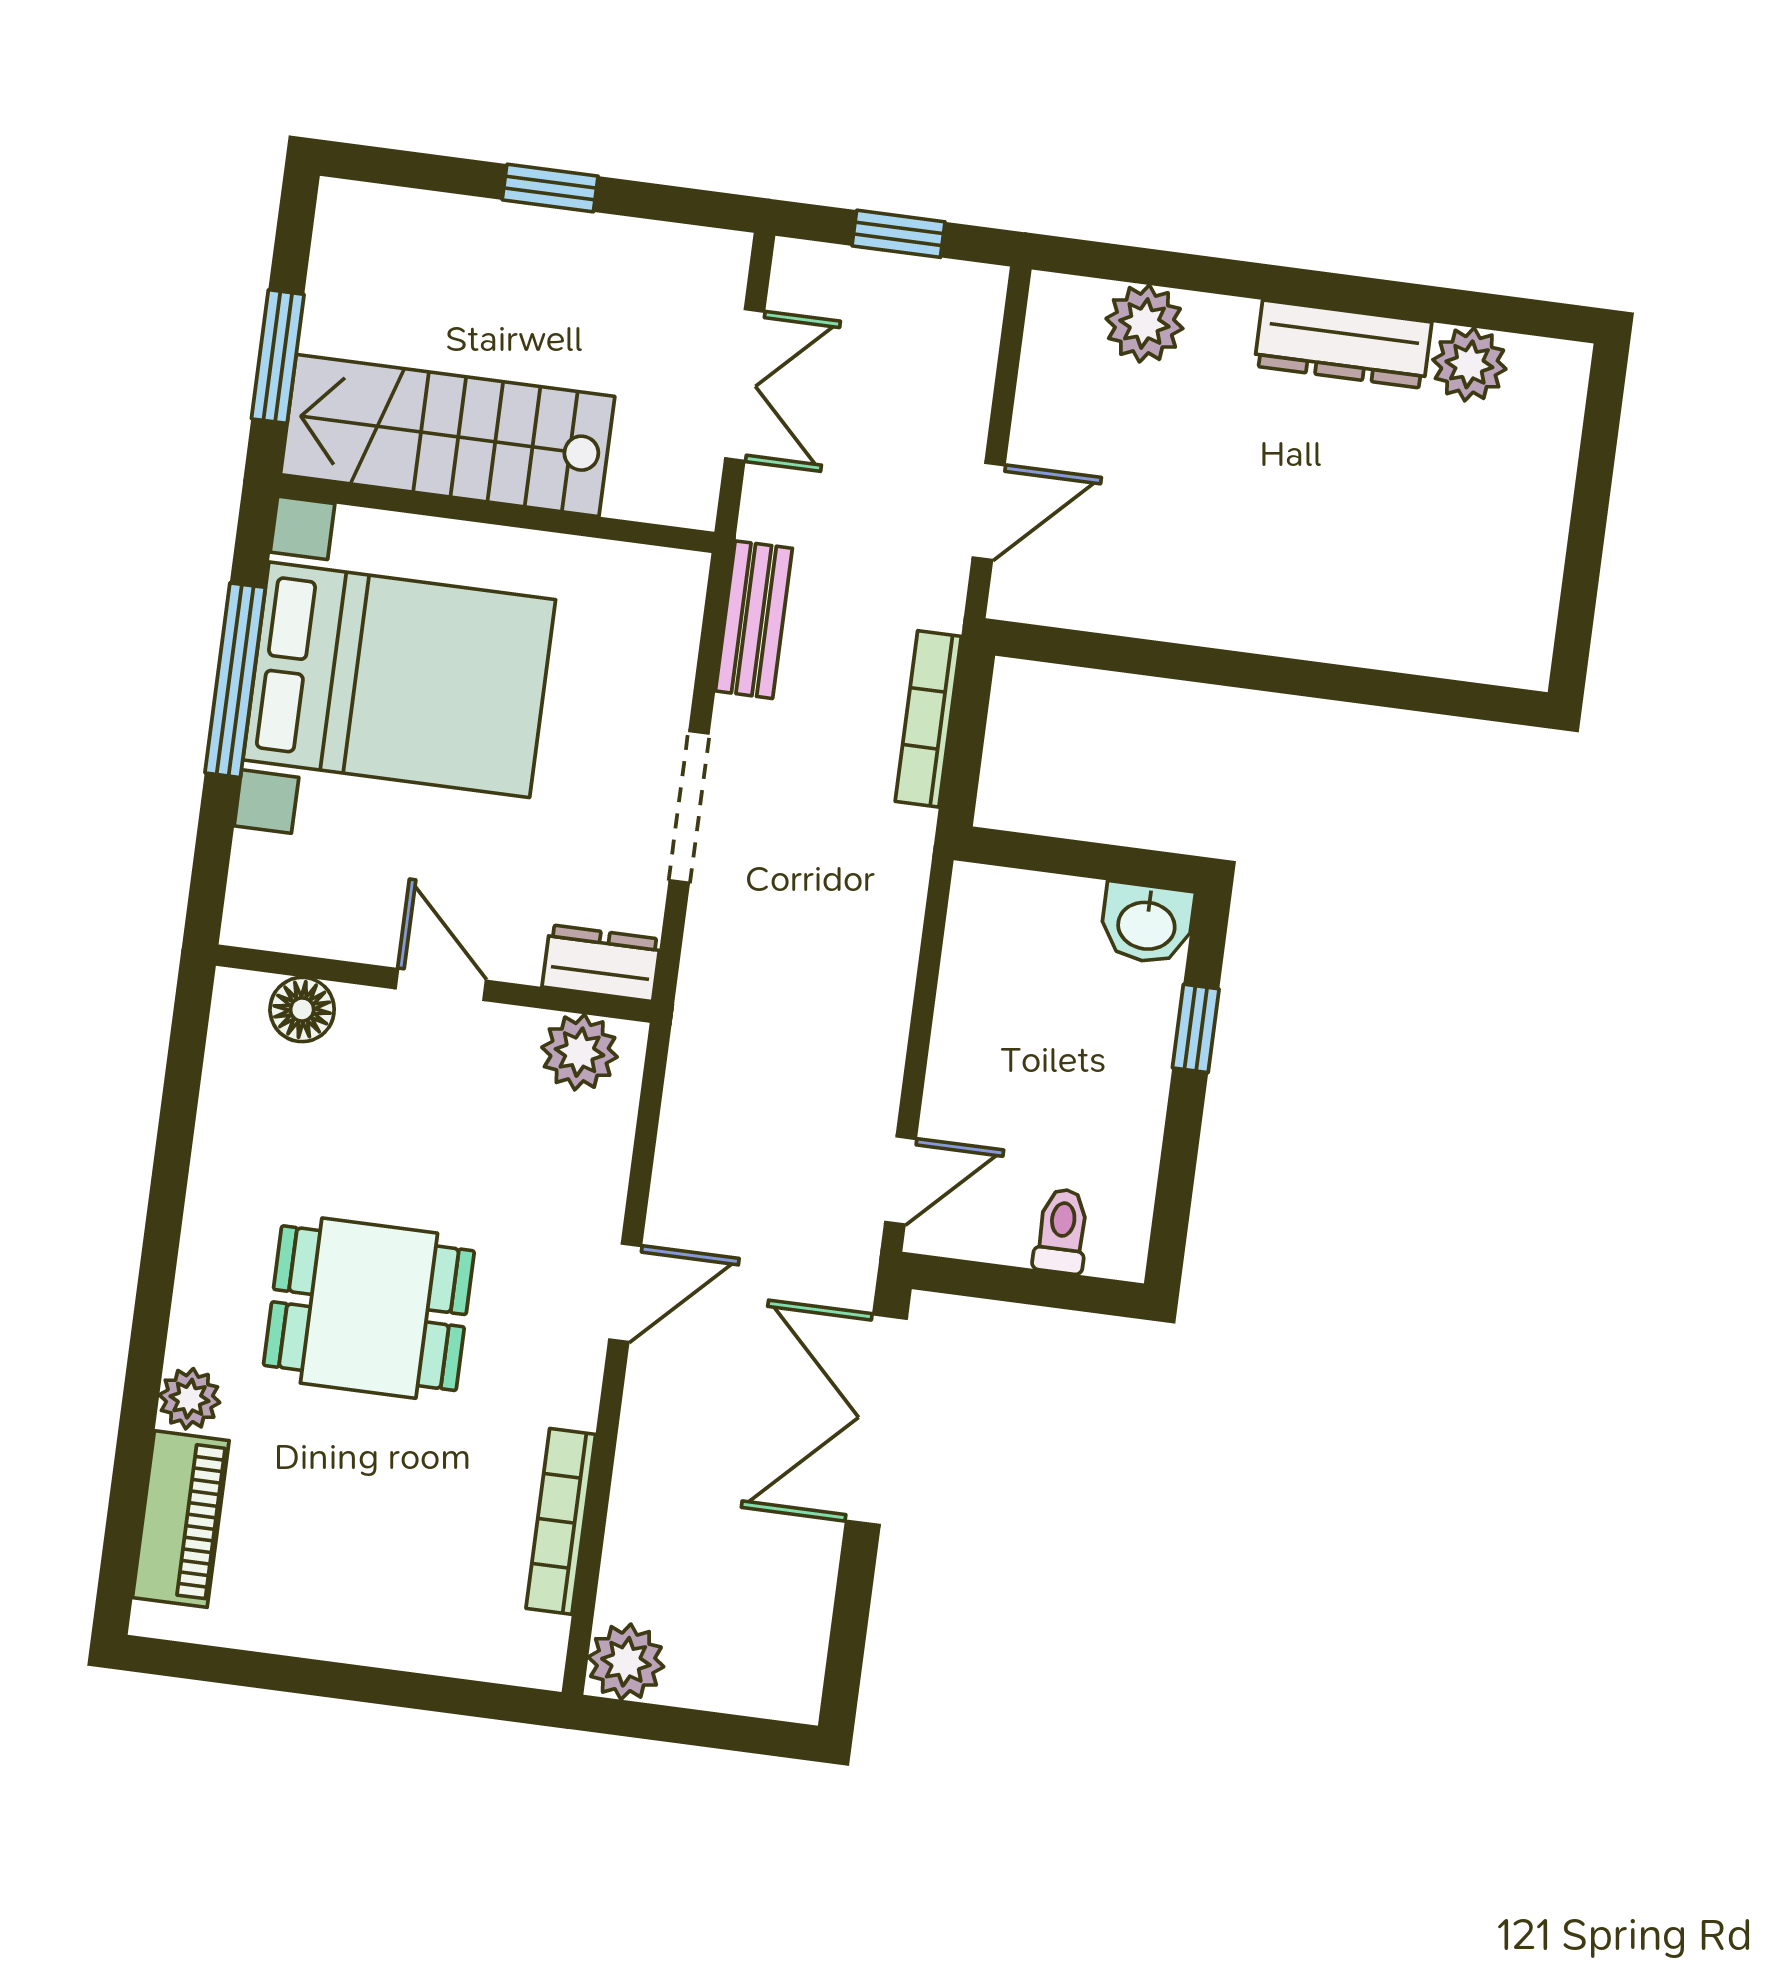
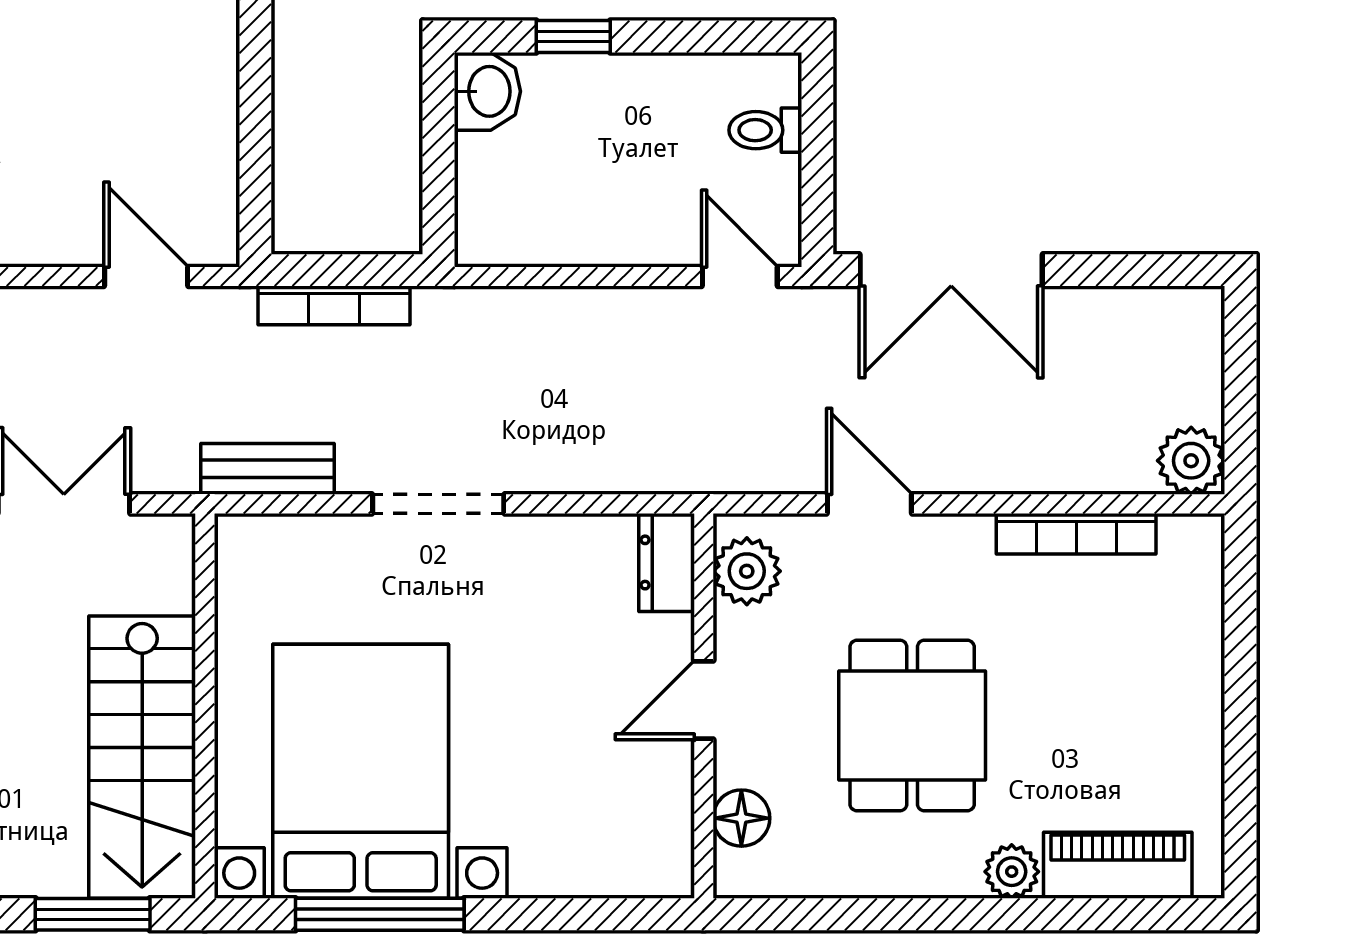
dresser: (601, 963) -> (667, 562), moved
wall: (434, 984) -> (704, 706), moved
door: (441, 985) -> (704, 700), moved
floor lamp: (302, 1010) -> (741, 818), moved
plant: (580, 1052) -> (747, 571), moved

